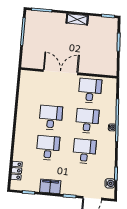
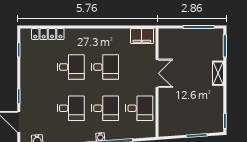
shelving: (77, 19) -> (218, 73), moved
double door: (60, 72) -> (157, 73), width x0.73
locker: (17, 171) -> (48, 34), width x1.53
filing cabinet: (50, 186) -> (142, 36), moved, turned 90

